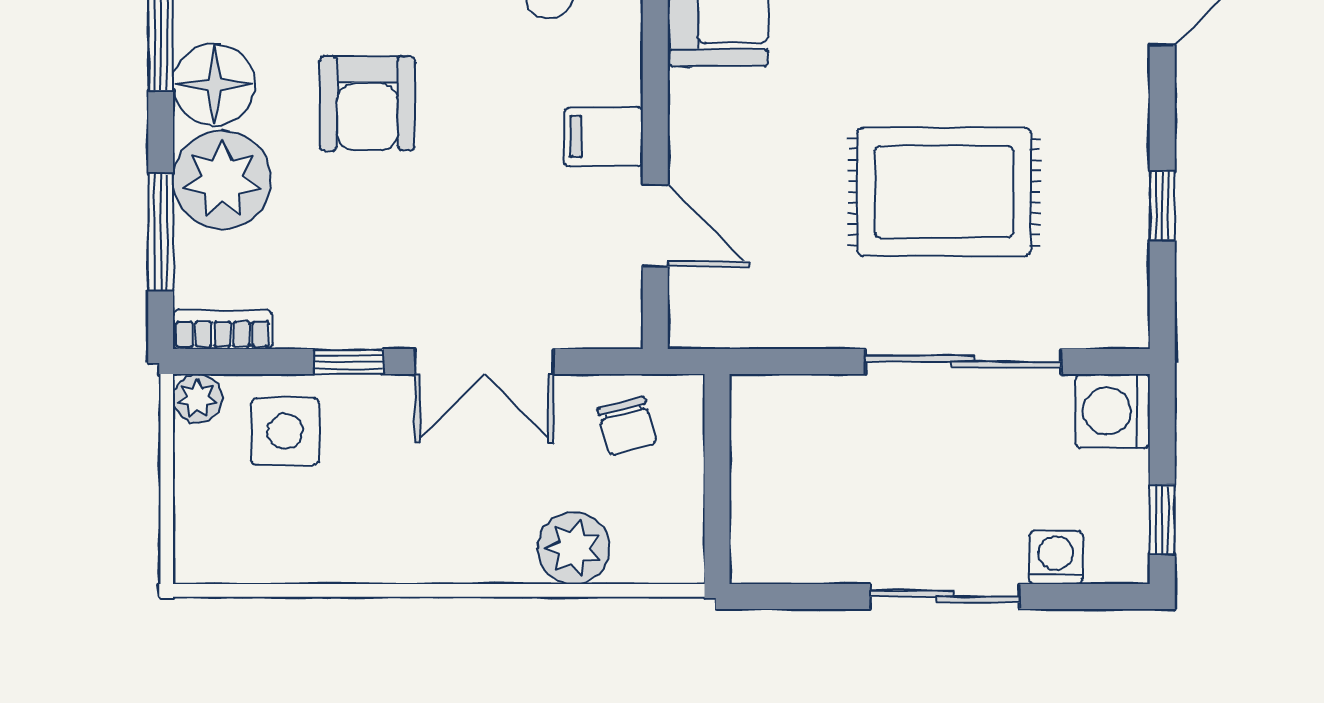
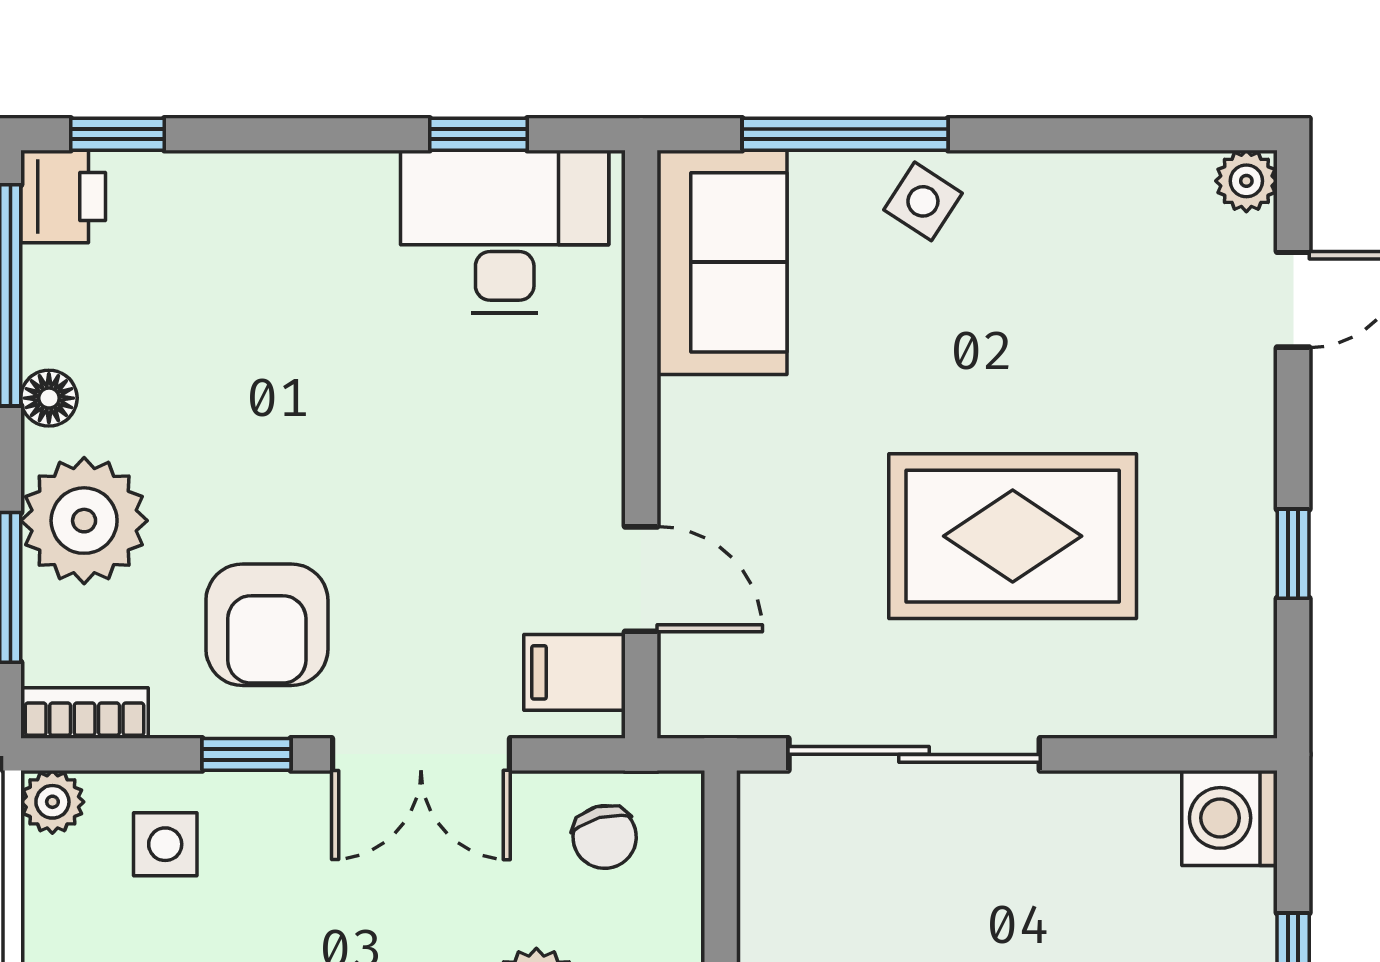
floor lamp: (214, 85) -> (49, 398), width x0.53, depth x0.53
armchair: (367, 103) -> (267, 625), moved
filing cabinet: (603, 137) -> (575, 672), moved
sliding door: (963, 362) -> (914, 754), moved
side table: (285, 431) -> (165, 844), width x0.73, depth x0.73

